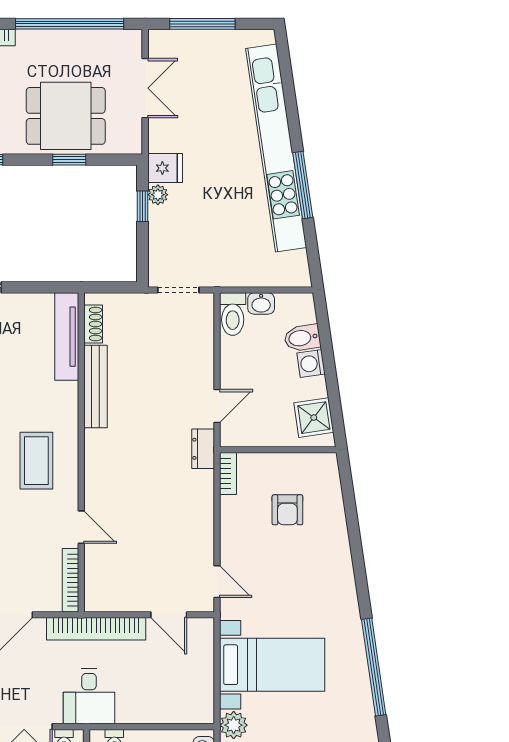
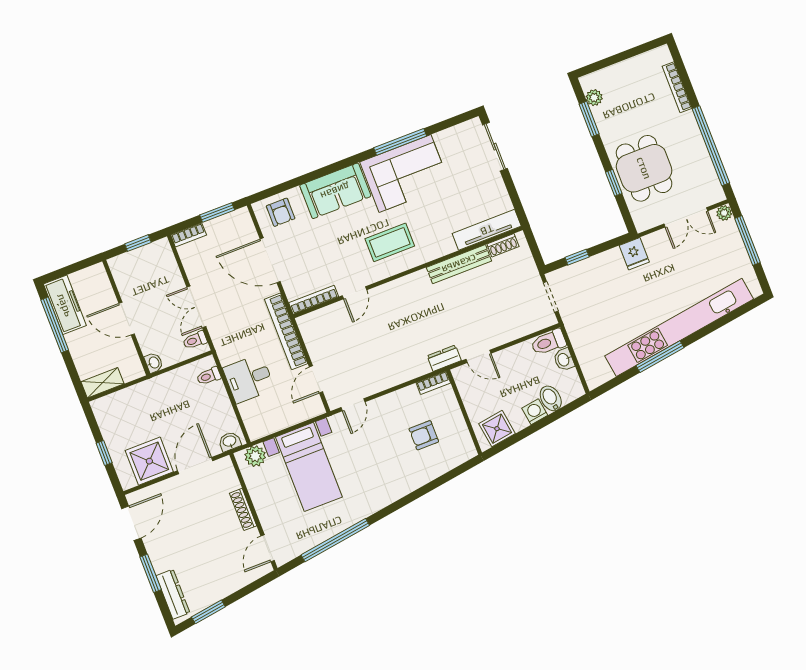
plant: (158, 195) -> (724, 213), moved
window: (142, 206) -> (577, 257), moved
desk: (89, 696) -> (249, 379), moved

